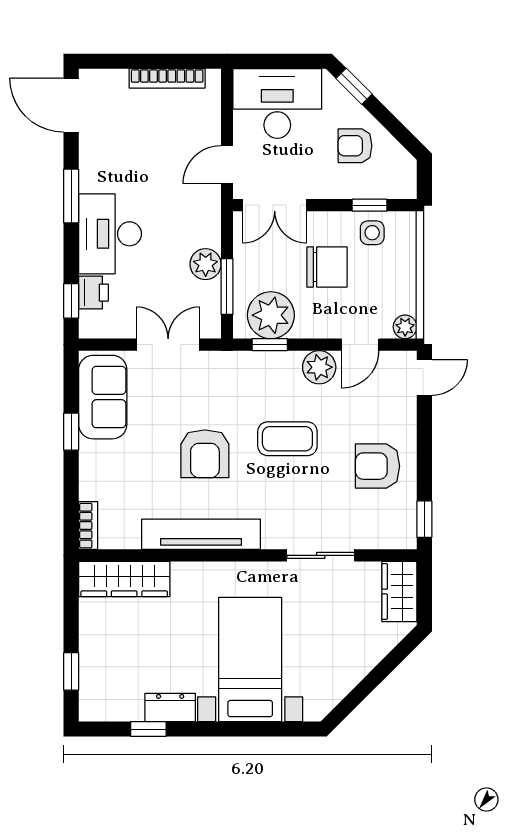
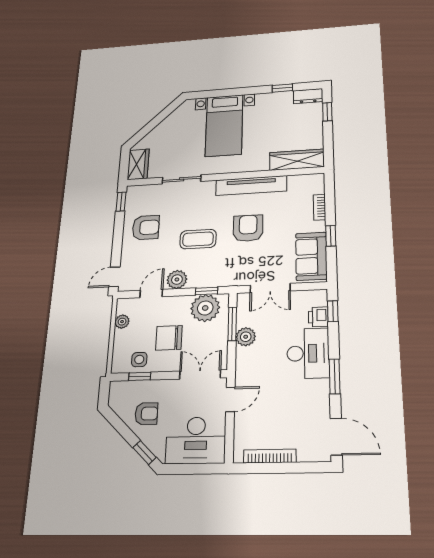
plant: (405, 327) -> (122, 322), moved
bookcase: (88, 526) -> (319, 207), moved
dresser: (170, 707) -> (308, 96), moved

